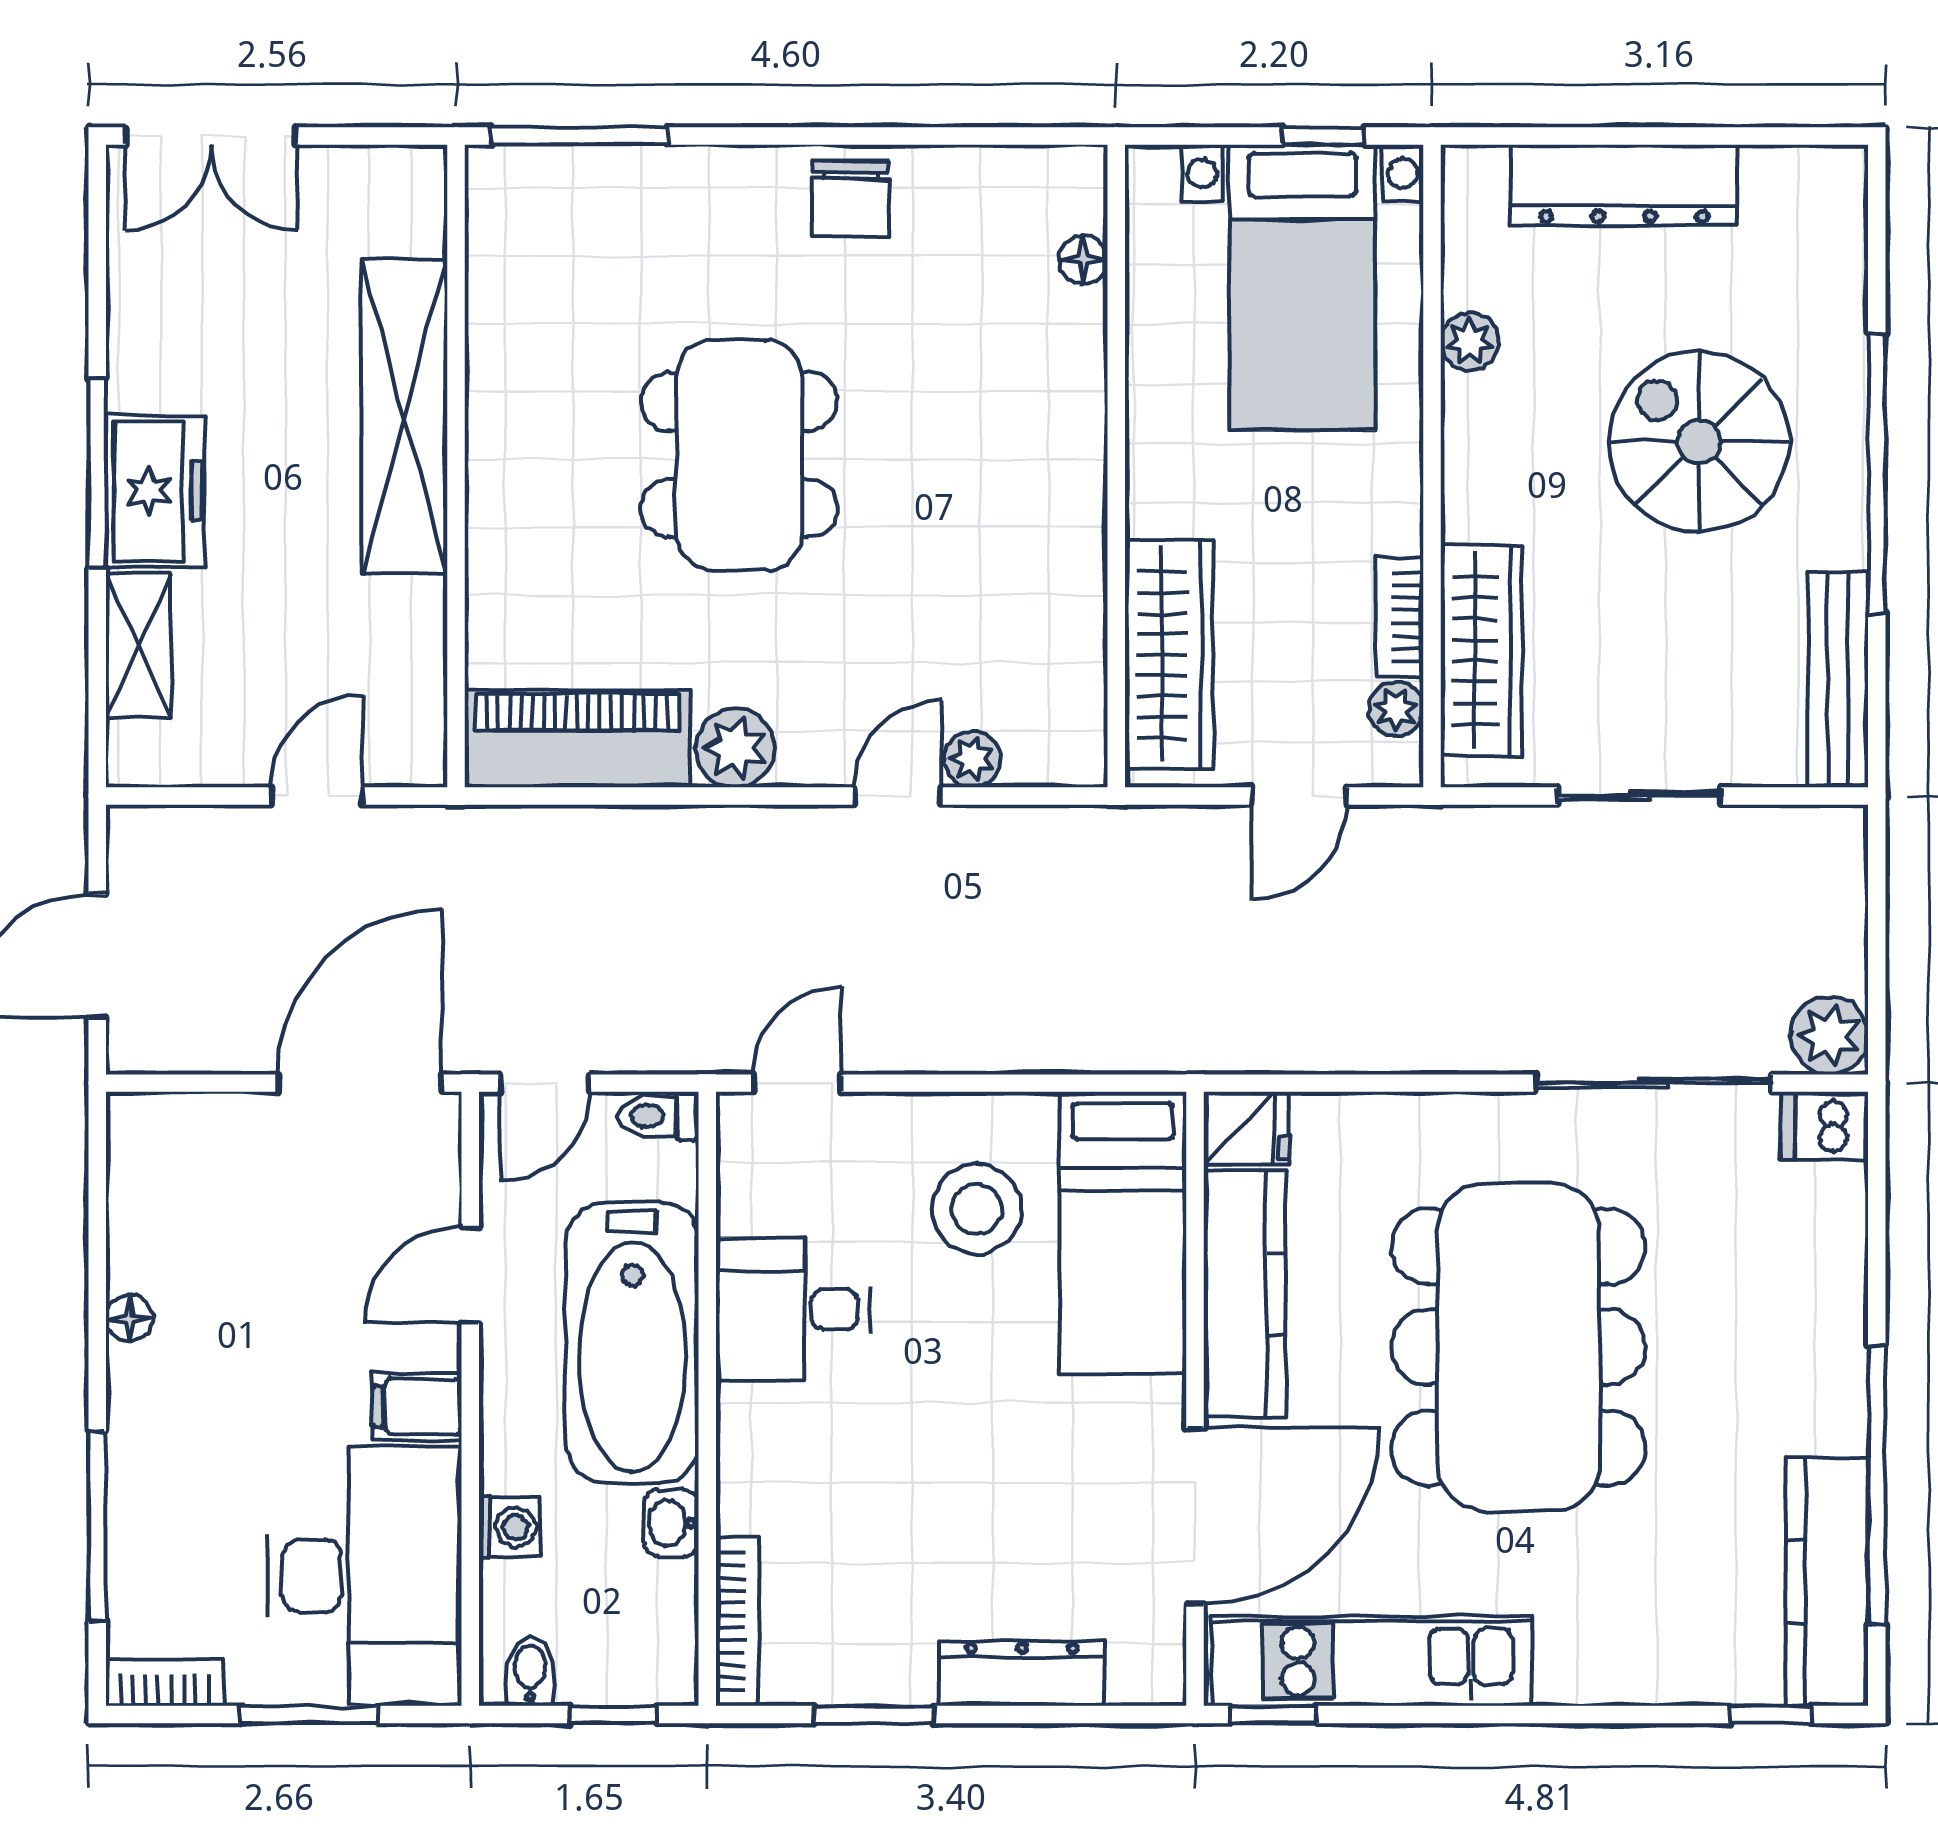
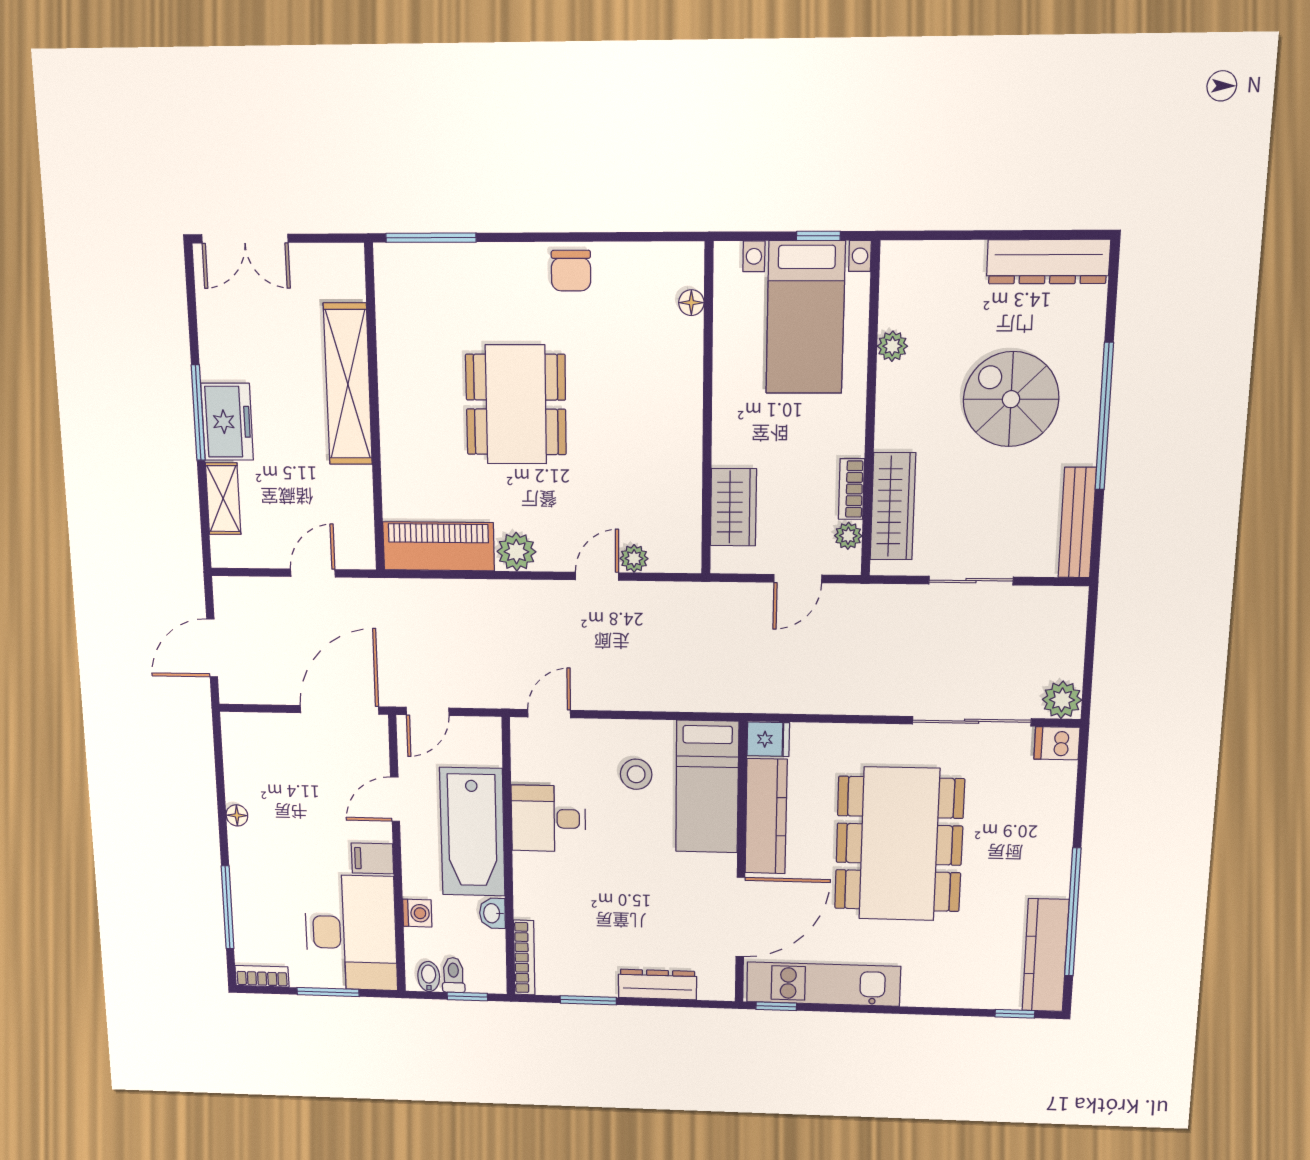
dresser: (1624, 185) -> (1048, 262), moved
wardrobe: (1169, 655) -> (733, 507), width x0.67
toilet: (659, 1116) -> (453, 975), moved, turned 90
stool: (977, 1209) -> (636, 774), width x0.73, depth x0.73

